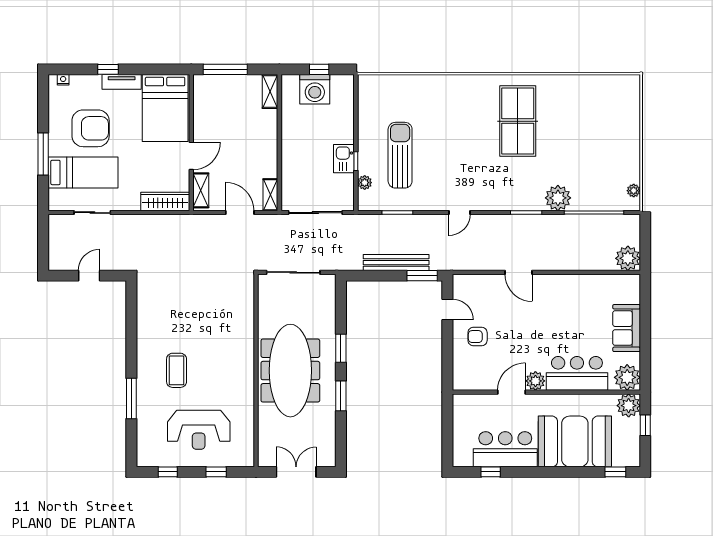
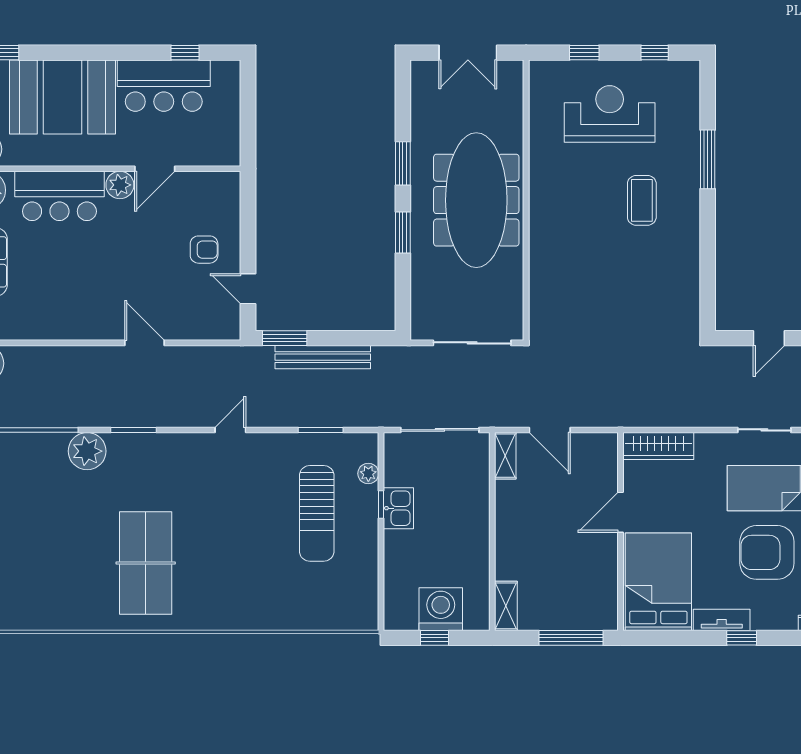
shelving: (201, 190) -> (607, 462), removed

